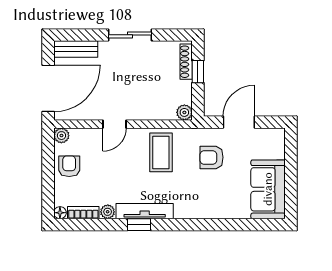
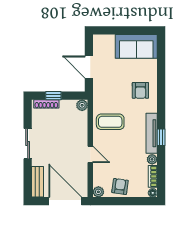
armchair: (212, 157) -> (140, 90), moved
armchair: (69, 166) -> (120, 186), turned 98

